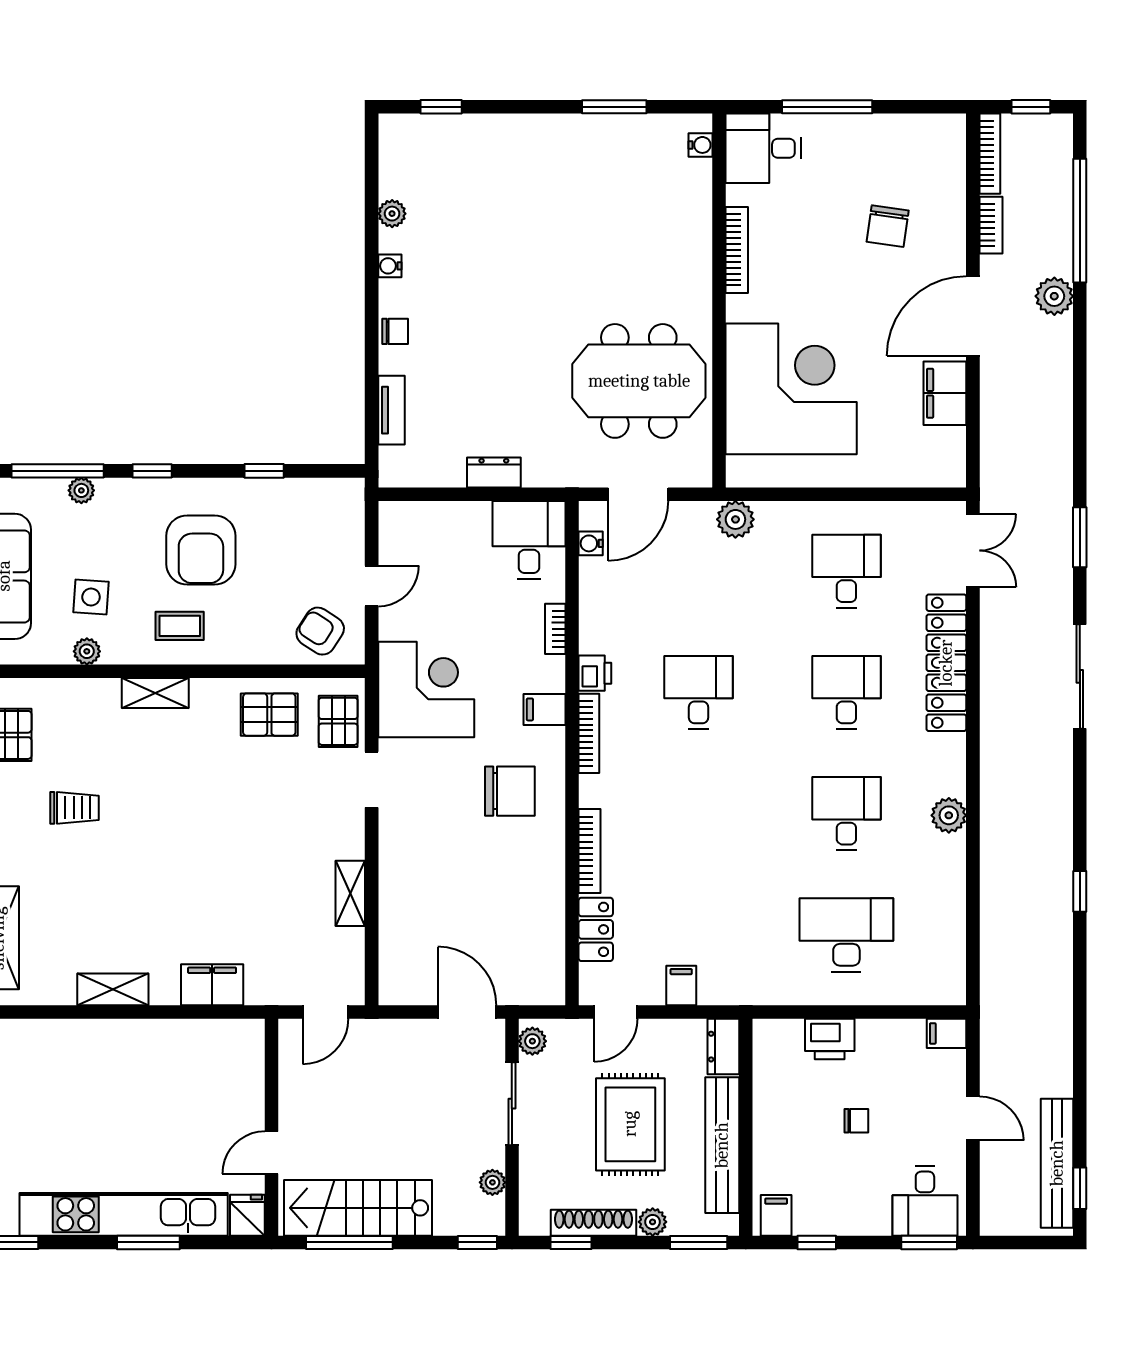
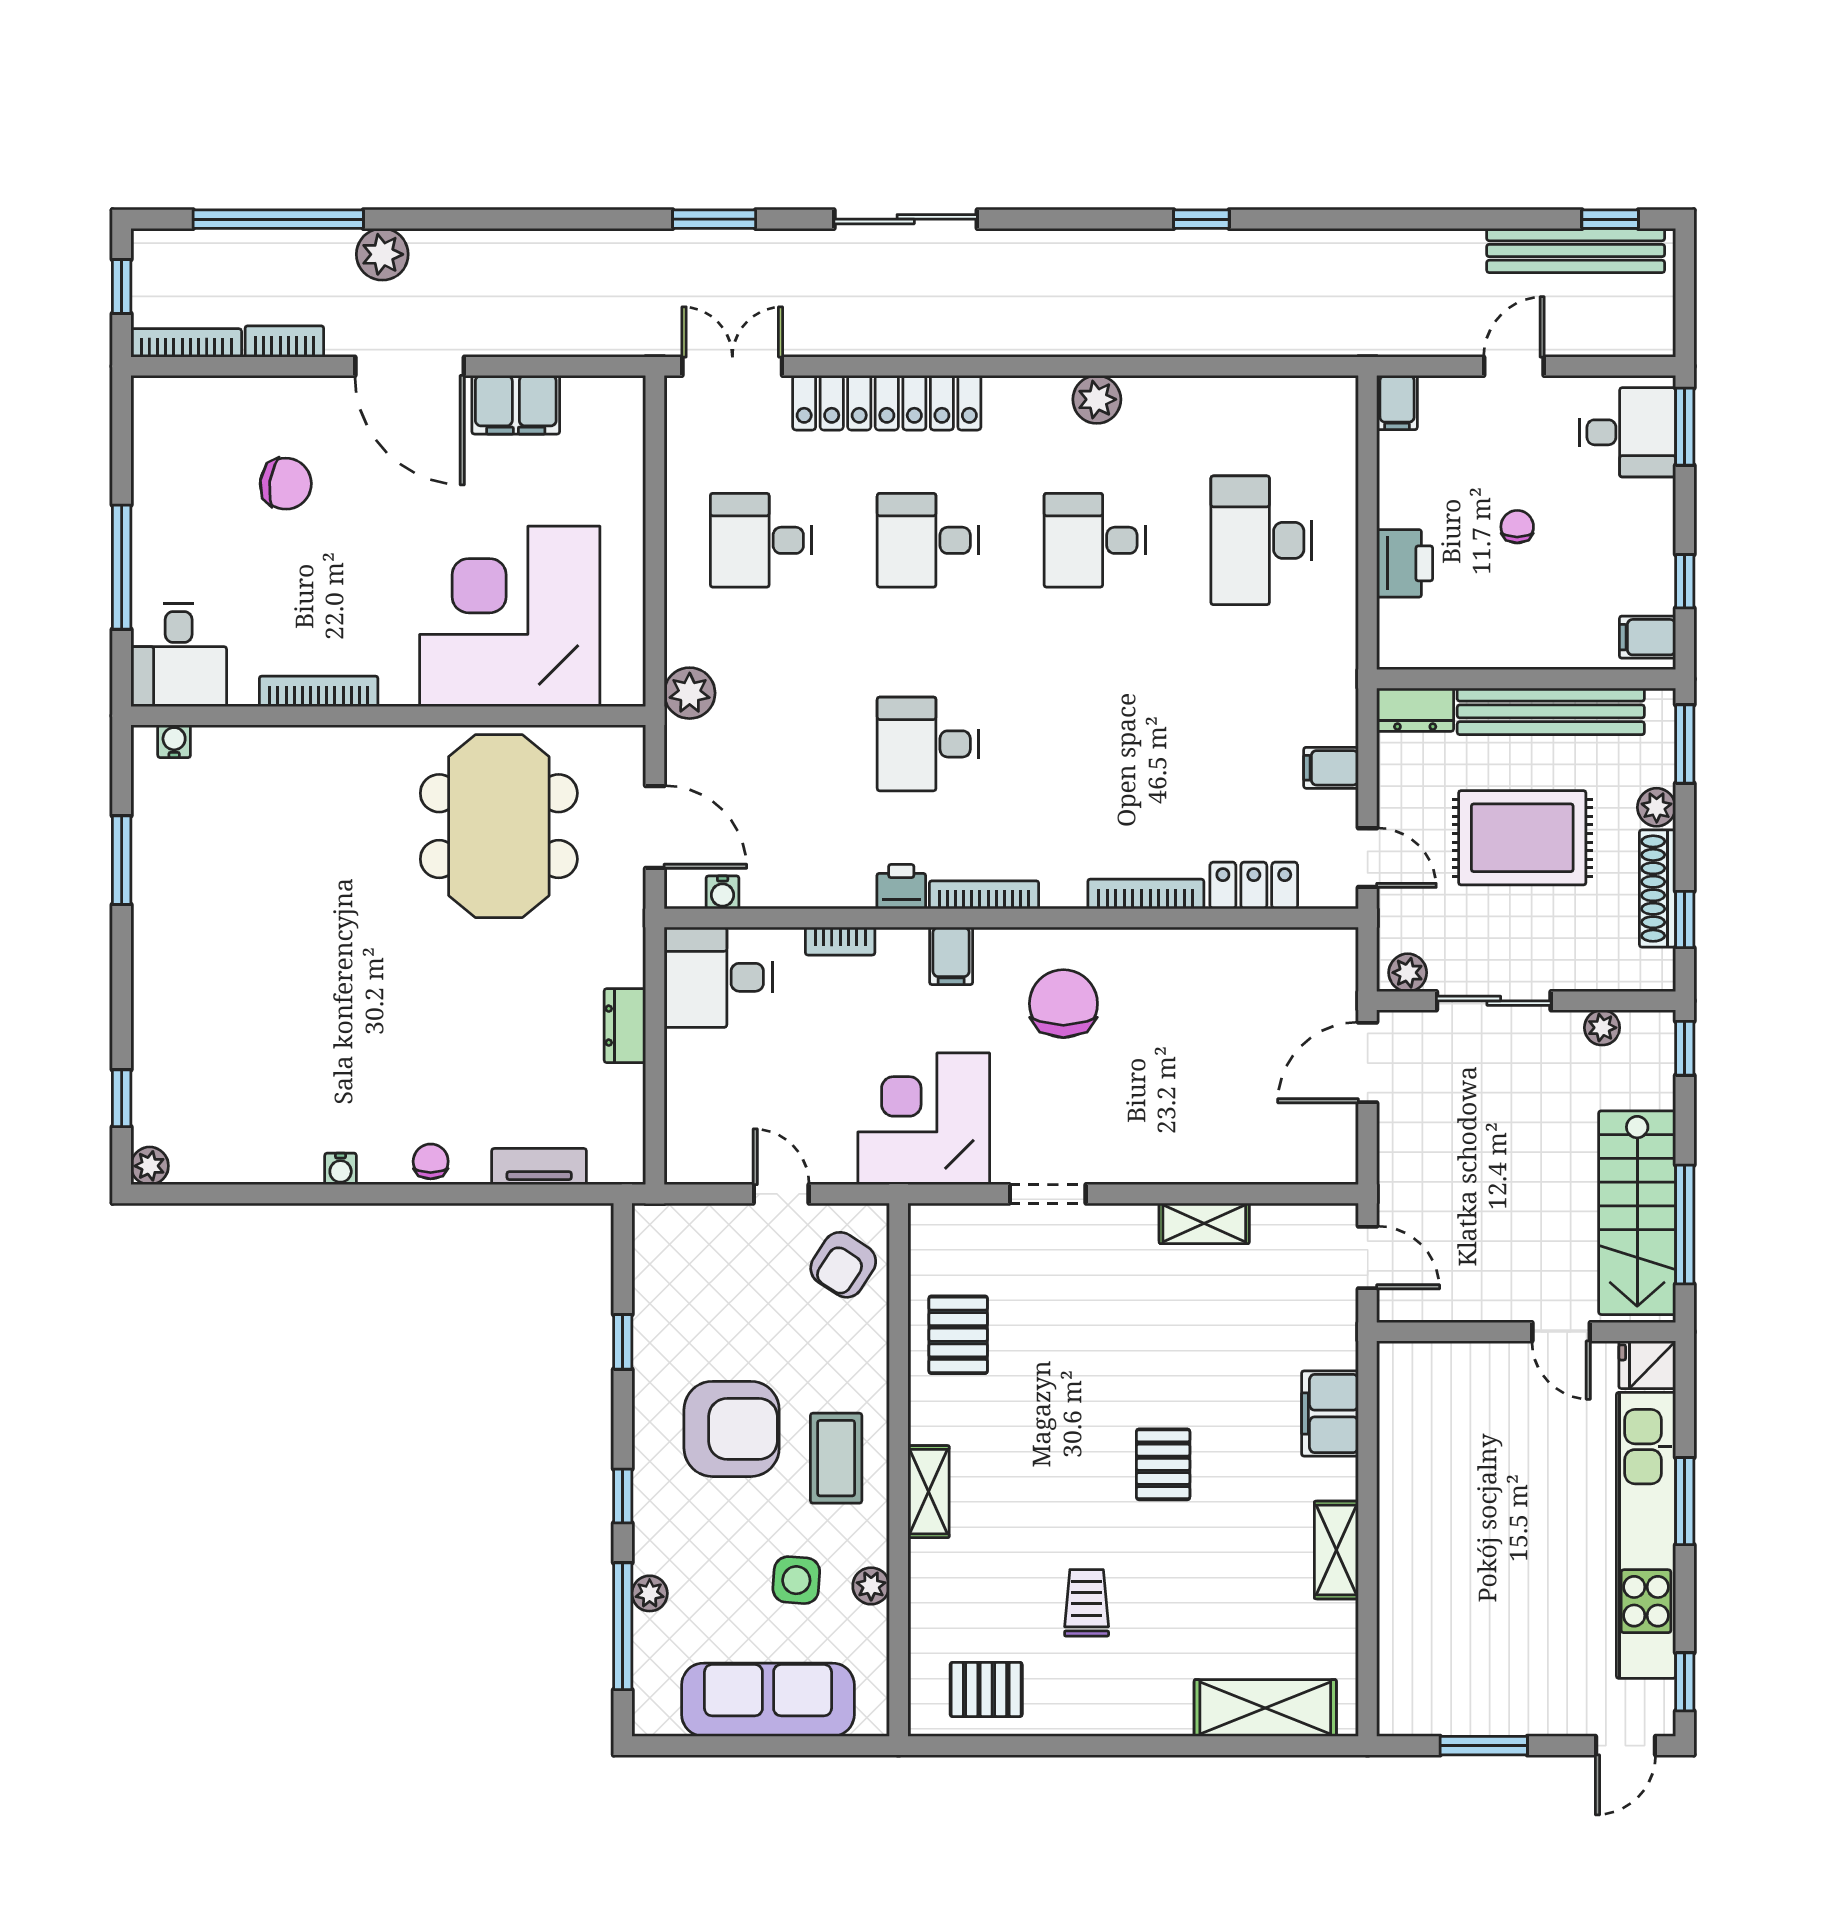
plant: (392, 214) -> (150, 1166), moved
coffee table: (180, 626) -> (836, 1458), width x1.36, depth x1.30
pallet: (338, 721) -> (1163, 1464), moved, turned 90

